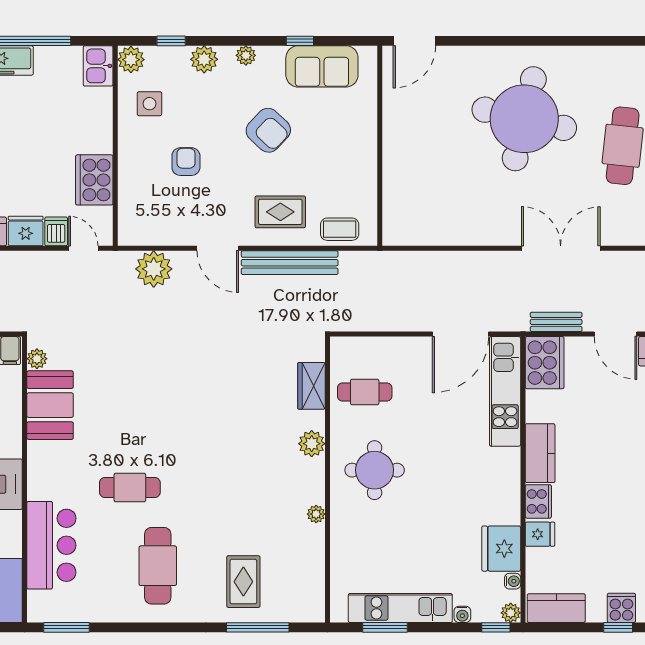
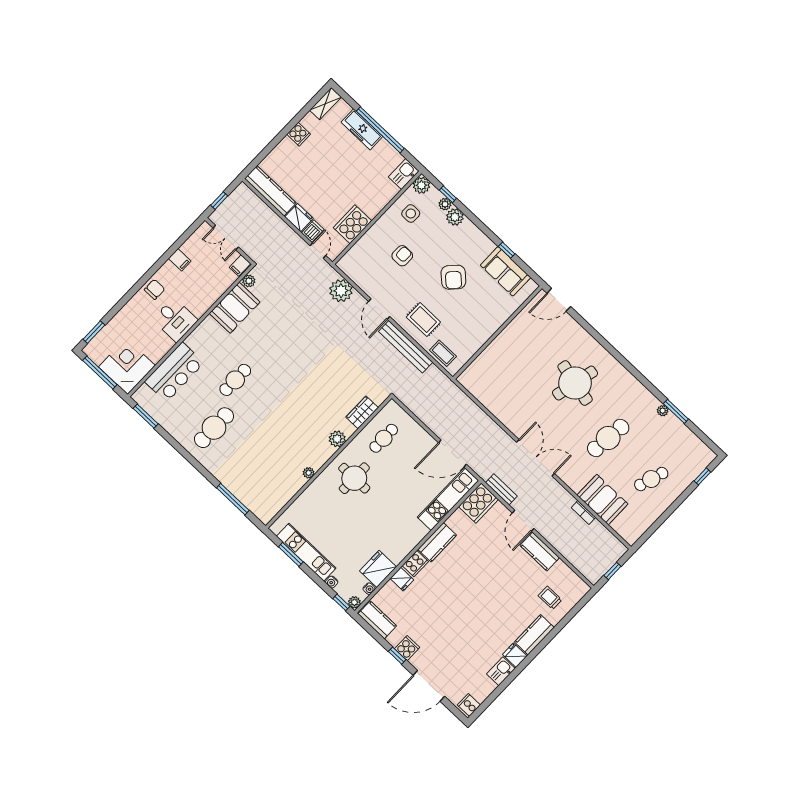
plant: (246, 55) -> (445, 204), moved
round table: (524, 119) -> (575, 383), width x0.73, depth x0.73
cafe table: (365, 392) -> (384, 438), turned 90
cafe table: (130, 488) -> (235, 380), turned 90
rug: (243, 582) -> (246, 472), removed

